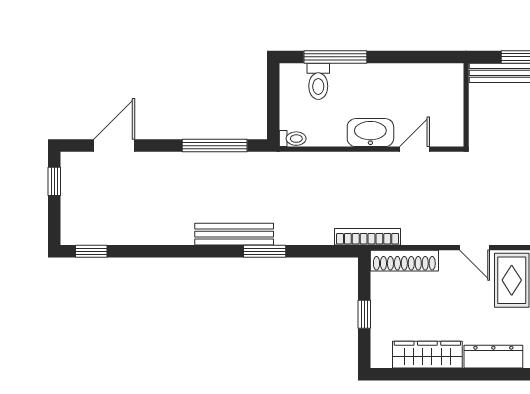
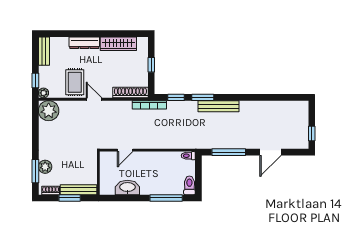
toilet: (318, 81) -> (189, 185), moved
washbasin: (370, 133) -> (127, 187), moved, turned 180
door: (114, 146) -> (270, 152), moved
window: (91, 251) -> (176, 97), moved

